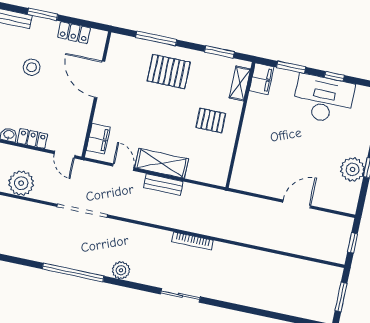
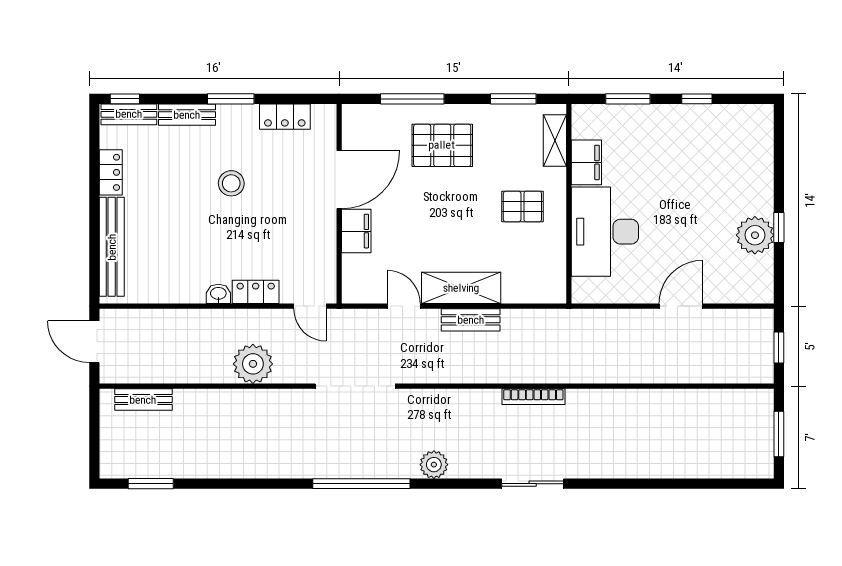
door: (100, 79) -> (339, 180), swing flipped
filing cabinet: (262, 79) -> (586, 162), moved
desk: (323, 99) -> (605, 232), moved, turned -90
filing cabinet: (98, 139) -> (356, 231), moved

